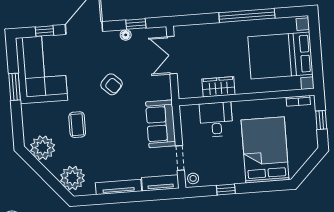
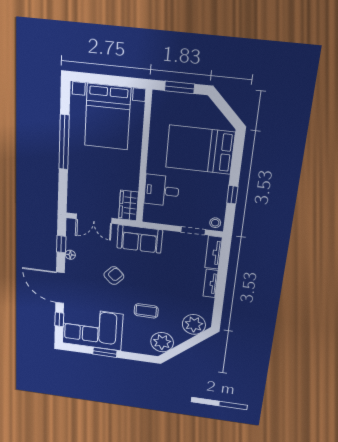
wardrobe: (218, 87) -> (129, 205), moved
bookcase: (298, 101) -> (156, 107), removed
window: (321, 120) -> (180, 87), width x1.50
sofa: (161, 124) -> (140, 239), moved
tv unit: (118, 187) -> (211, 283), width x0.71

